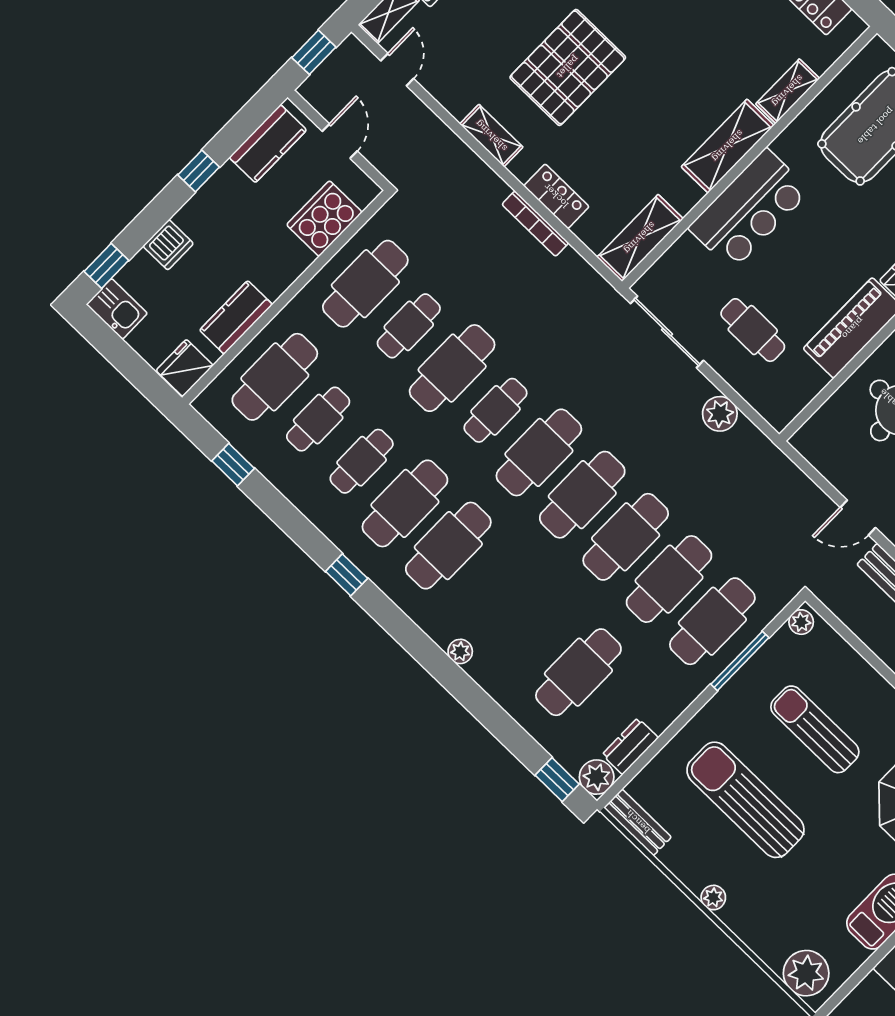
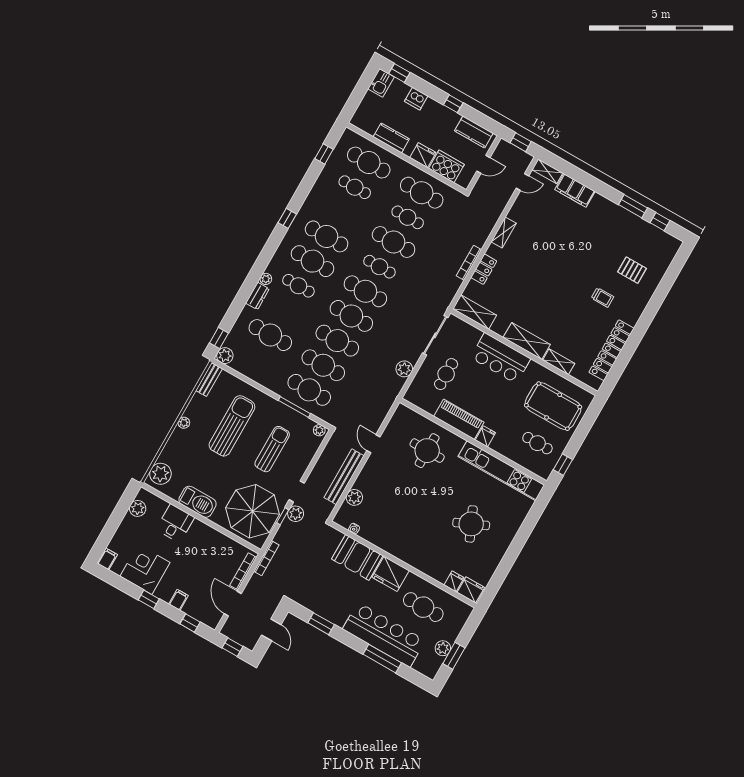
pallet: (568, 67) -> (544, 259), removed
fridge: (185, 368) -> (423, 155), moved
cafe table: (362, 461) -> (298, 286), moved
dresser: (630, 746) -> (257, 296), moved, turned 90

